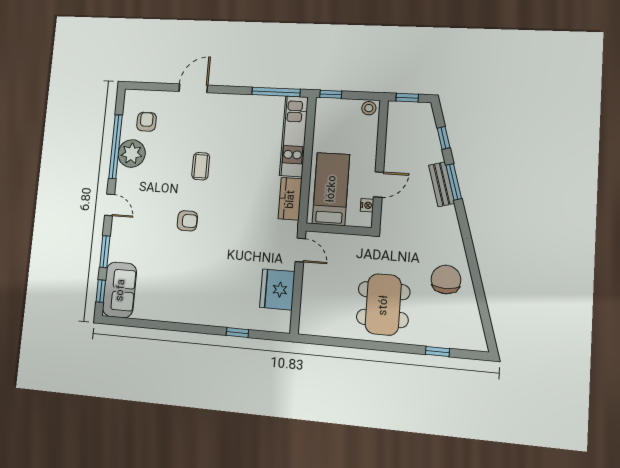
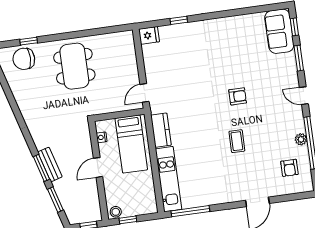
window: (331, 94) -> (128, 220), moved
window: (444, 138) -> (55, 200), width x1.50
plant: (132, 153) -> (301, 139), width x0.53, depth x0.53
door: (379, 184) -> (98, 167), moved
armchair: (187, 221) -> (238, 96), turned 180
door: (300, 250) -> (145, 93), hinge flipped
chair: (446, 280) -> (24, 59), moved, turned 90
fridge: (277, 289) -> (149, 35), moved, width x0.53, depth x0.75

